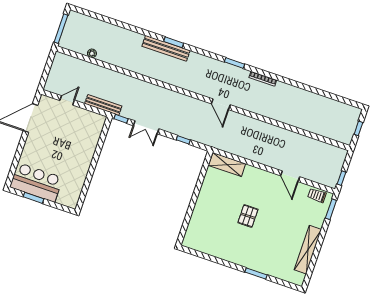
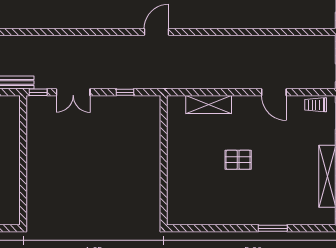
door: (221, 104) -> (157, 32), swing flipped
shelving: (227, 165) -> (209, 104), moved
pallet: (248, 216) -> (238, 160), turned 90

